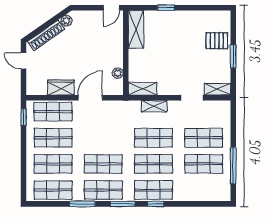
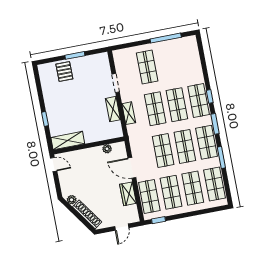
door: (24, 61) -> (122, 227), moved
shelving: (143, 89) -> (113, 109), moved
shelving: (218, 89) -> (105, 63), removed
shop shelf: (204, 164) -> (163, 151), moved

